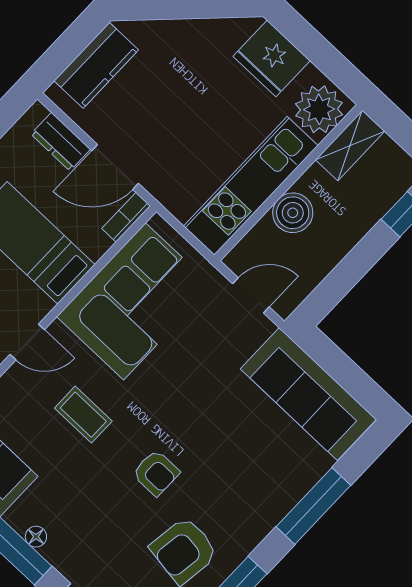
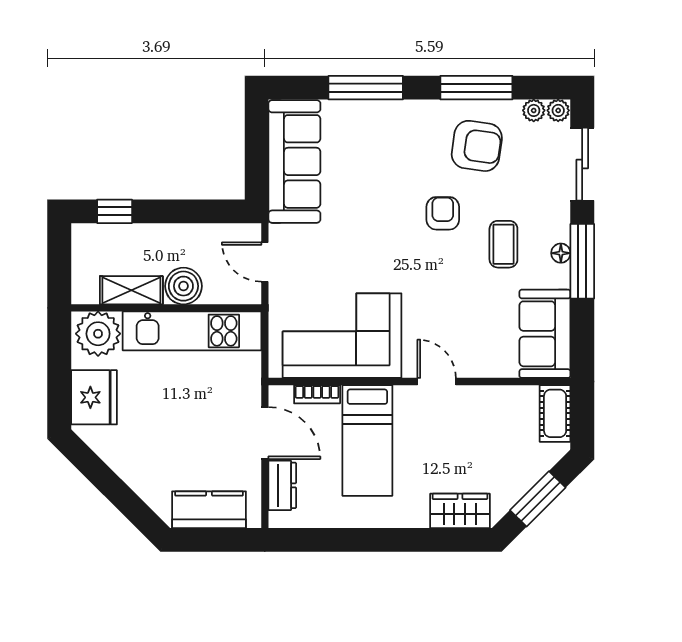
shelving: (350, 145) -> (131, 290), moved
bookcase: (126, 217) -> (317, 394), moved
coffee table: (83, 415) -> (503, 244), moved

